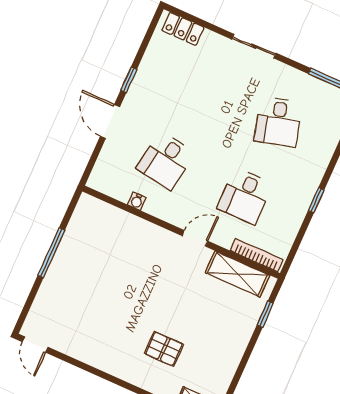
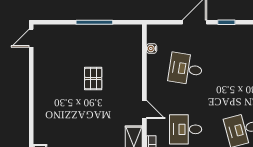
water cooler: (137, 201) -> (152, 49), moved
pallet: (164, 349) -> (93, 79), moved

